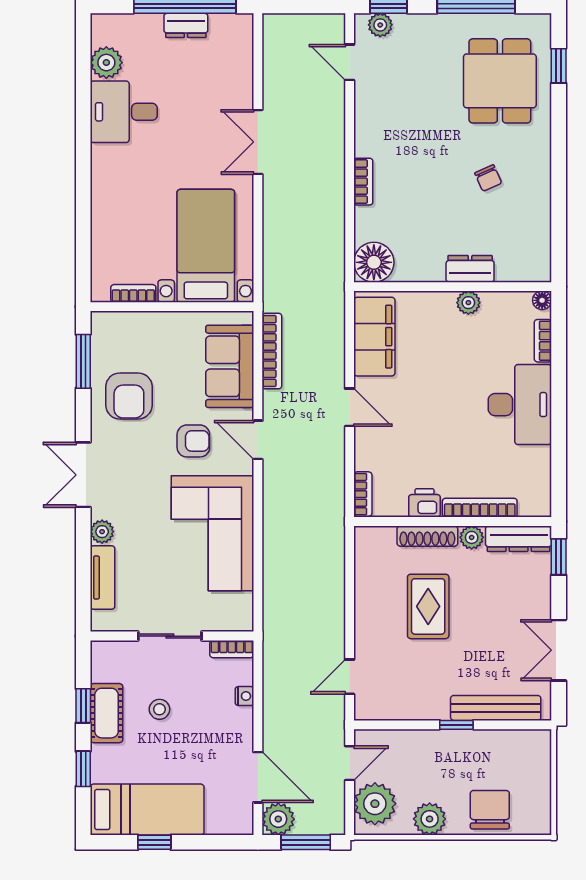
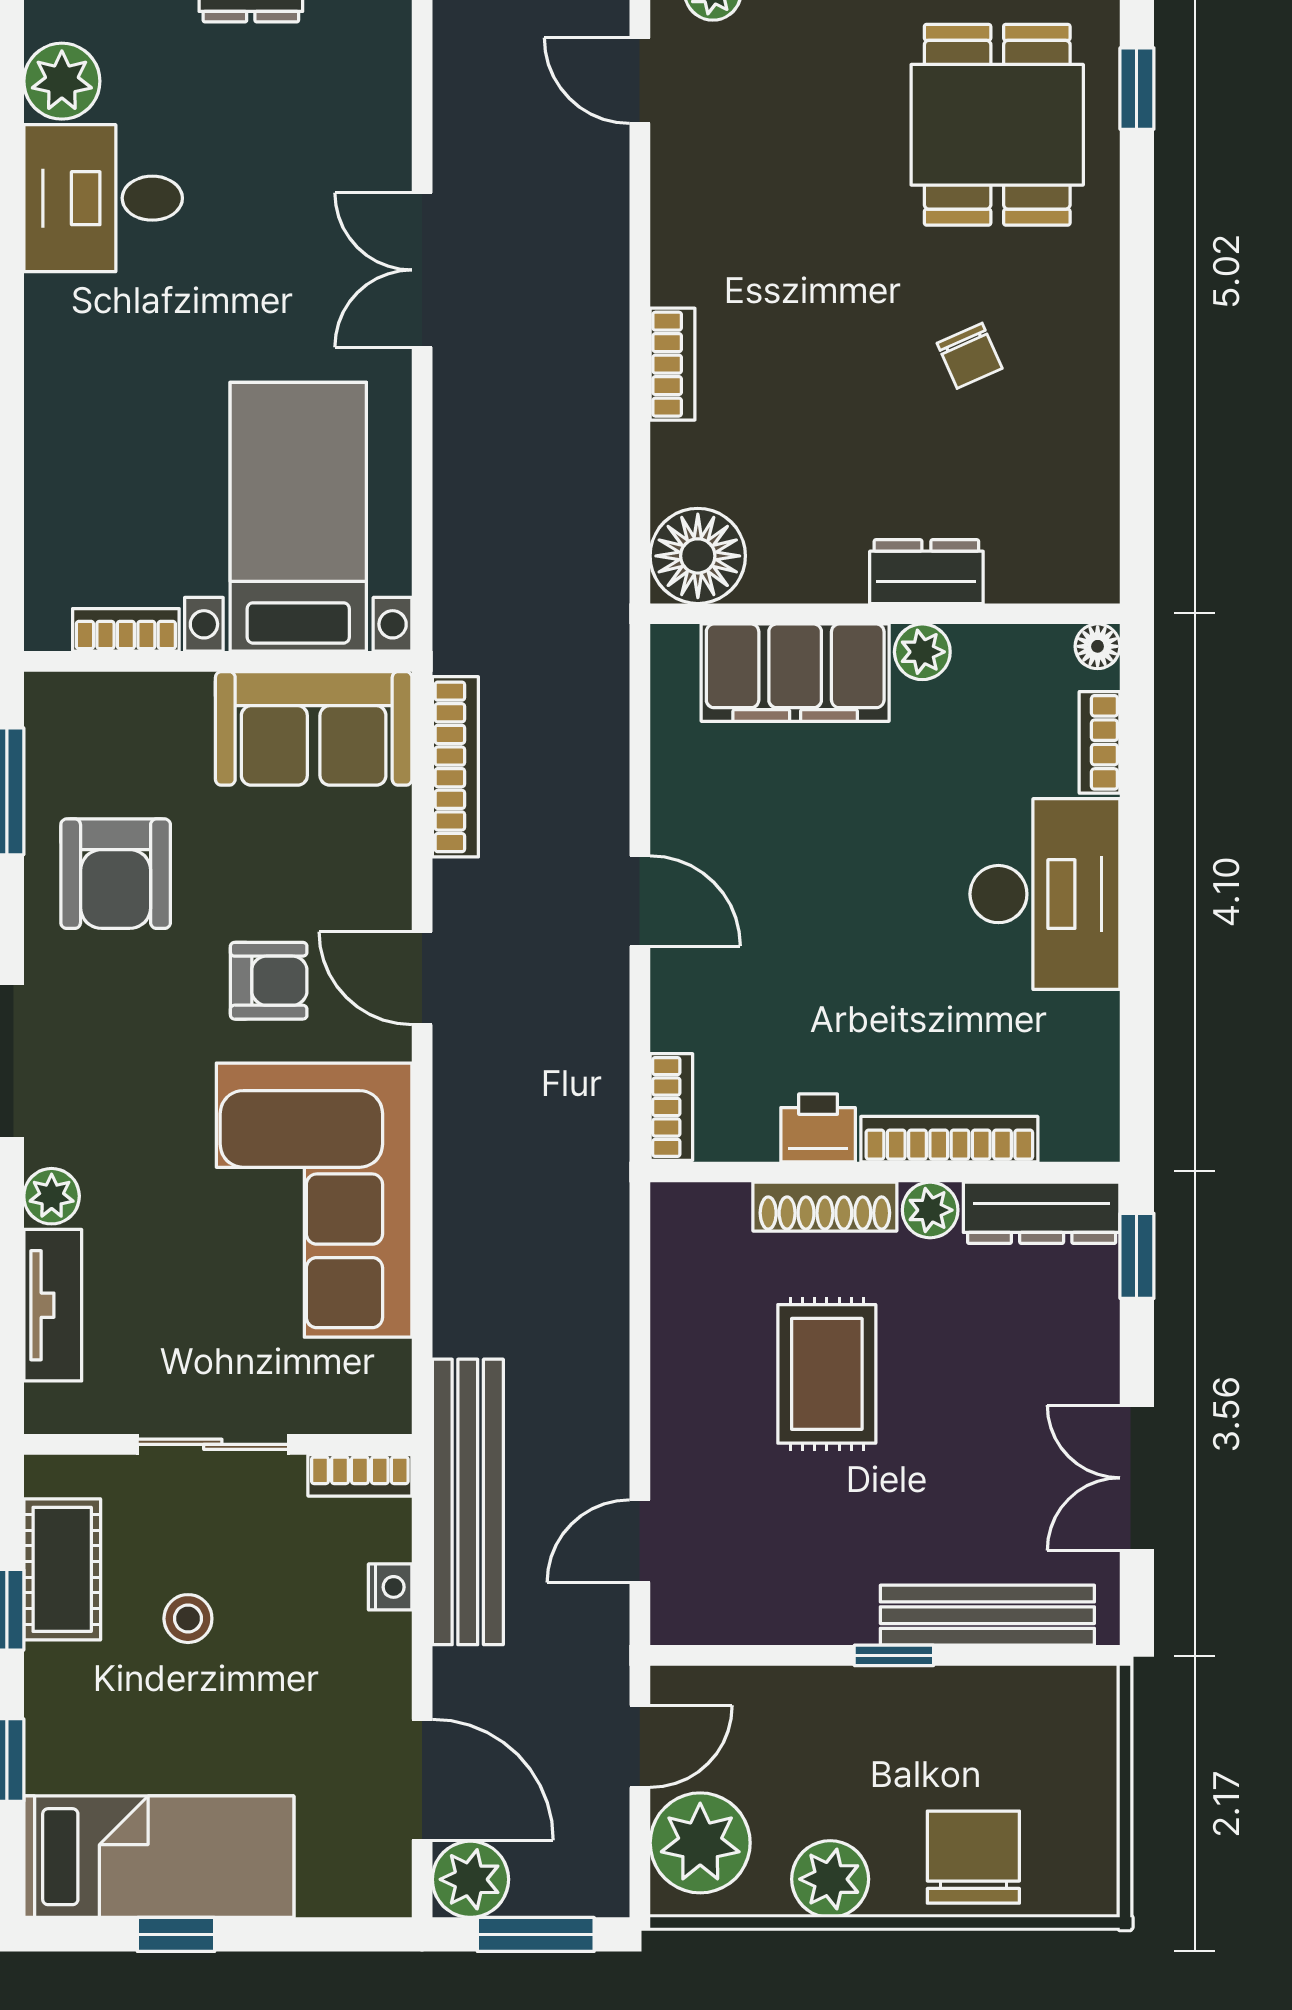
filing cabinet: (374, 337) -> (795, 673), moved, turned 90
sofa: (230, 366) -> (314, 728), moved, turned -90
bench: (277, 660) -> (468, 1502), added
cot: (106, 713) -> (62, 1569), moved

